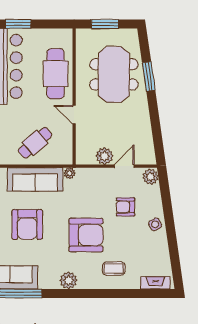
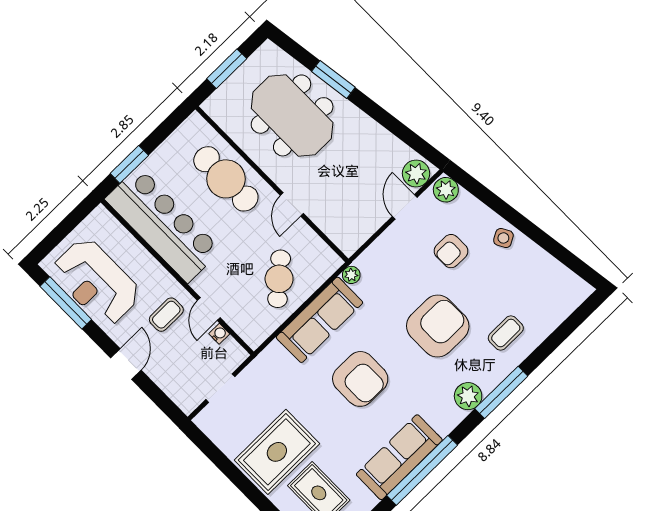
door: (74, 115) -> (292, 204), hinge flipped
plant: (104, 156) -> (416, 173), moved
fireplace: (155, 283) -> (568, 303), removed
window: (85, 294) -> (501, 392), added

